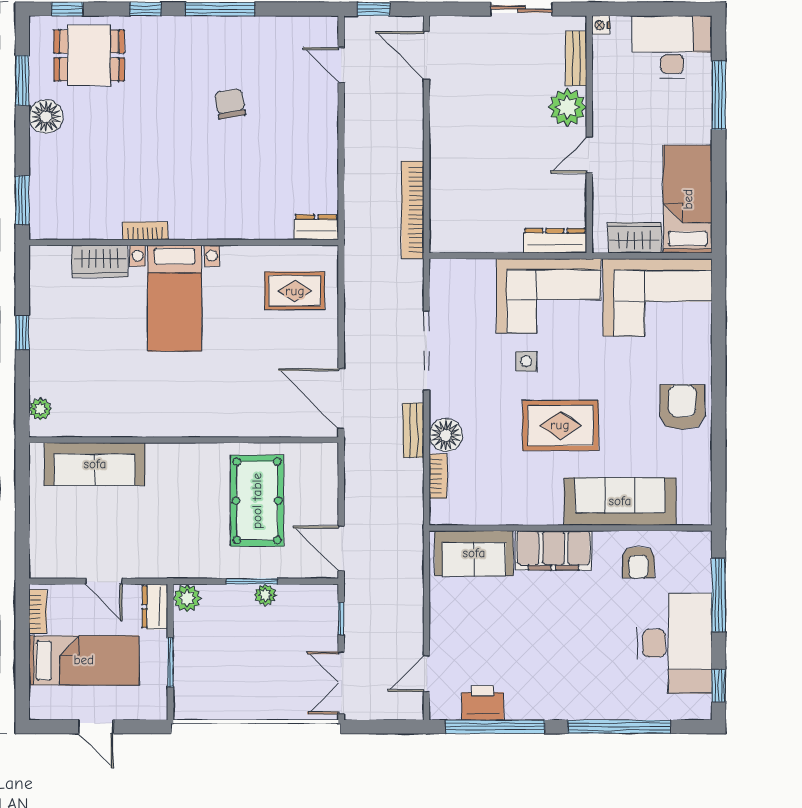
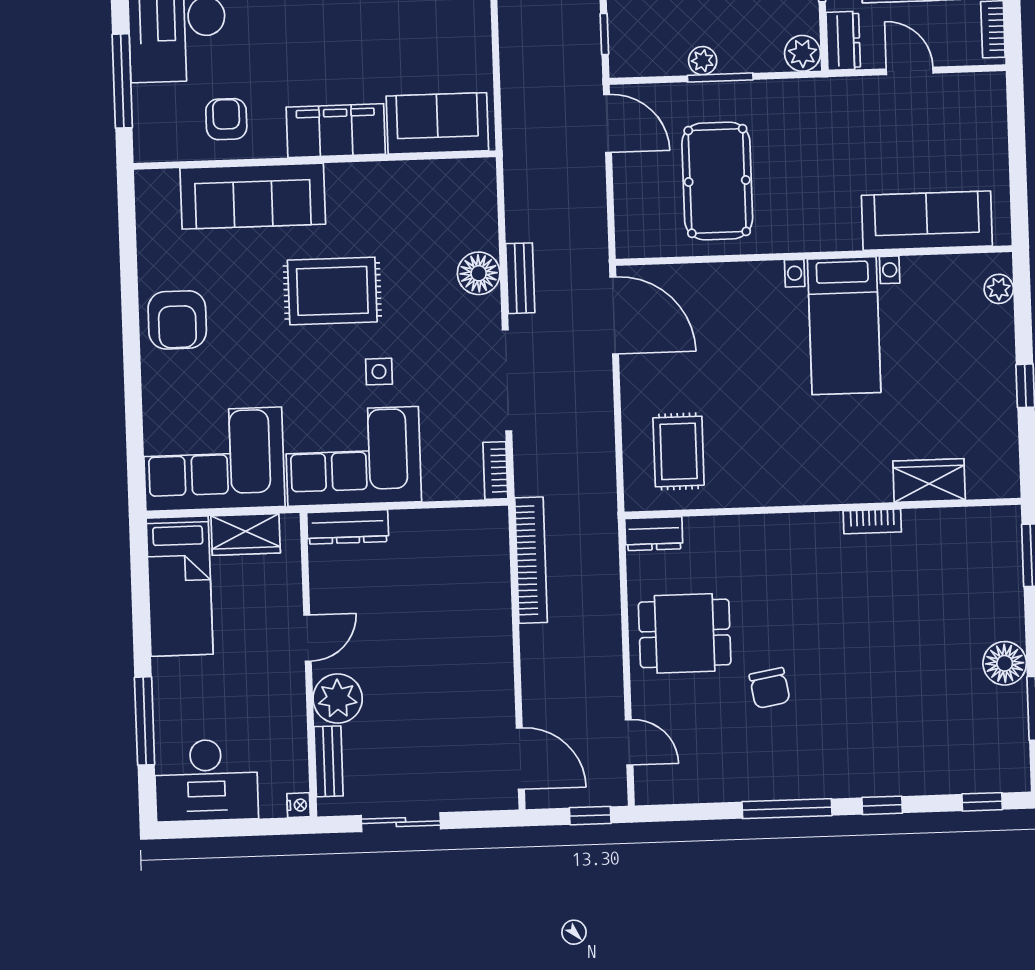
dining table: (89, 55) -> (685, 633), moved
rug: (295, 291) -> (679, 451), turned 90
bed with nightstands: (175, 298) -> (844, 326), moved, turned 180
bookcase: (438, 476) -> (495, 471), moved

